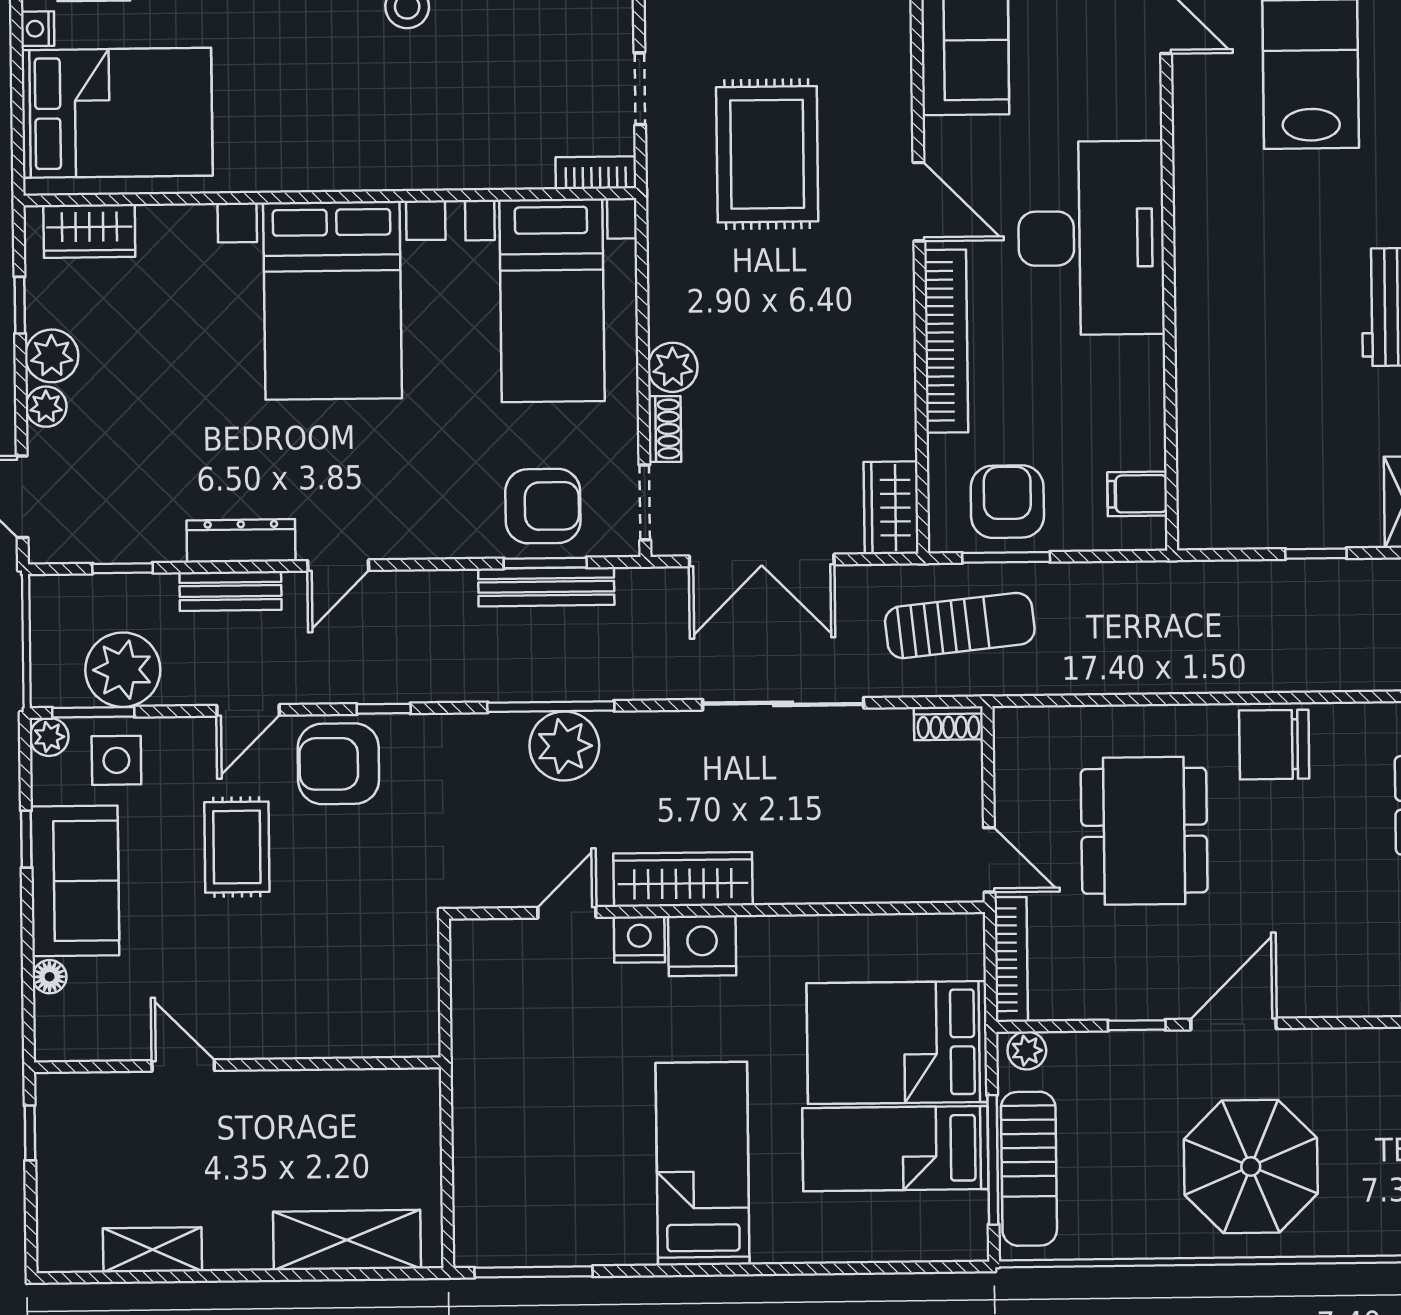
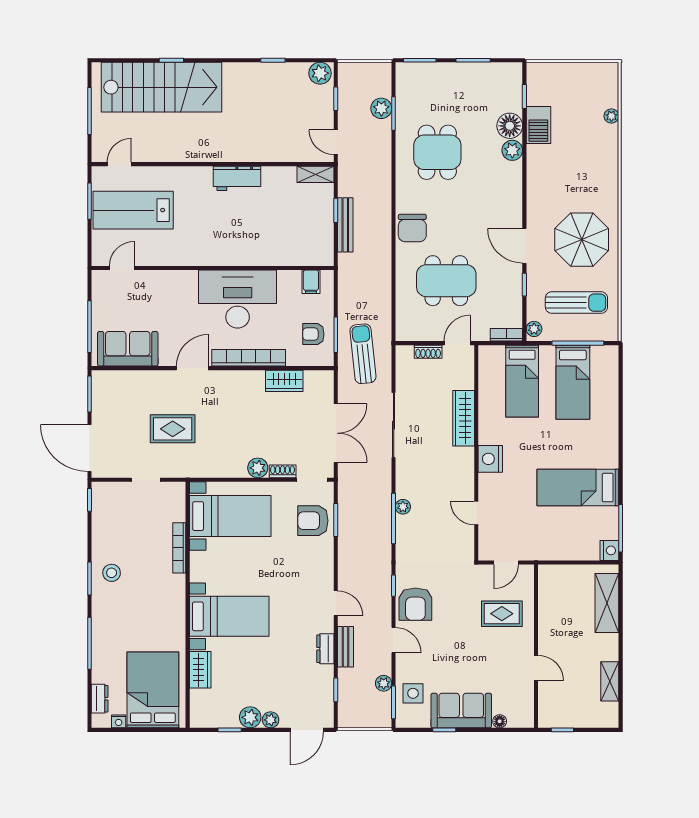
rug: (767, 154) -> (173, 429), width x0.73, depth x0.70
bookcase: (596, 173) -> (179, 548), moved, width x1.56
wardrobe: (89, 231) -> (200, 670), moved
desk: (1091, 238) -> (238, 299), moved
bed with nightstands: (332, 300) -> (229, 616), width x0.73
armchair: (1007, 502) -> (313, 334), width x0.72, depth x0.72
armchair: (543, 506) -> (313, 521), turned -90
wardrobe: (891, 508) -> (284, 381), moved
dresser: (241, 541) -> (325, 649), width x0.70
bench: (546, 587) -> (345, 225), moved
plant: (123, 670) -> (384, 683), width x0.53, depth x0.53
shoe rack: (948, 723) -> (428, 352), moved, turned 90
plant: (49, 737) -> (403, 720), removed
plant: (564, 746) -> (403, 507), width x0.53, depth x0.53
rug: (237, 847) -> (502, 614), moved
wardrobe: (683, 879) -> (464, 418), moved
nightstand: (639, 939) -> (609, 550), moved, turned 180
bookcase: (1011, 959) -> (506, 335), width x0.64
door: (445, 988) -> (506, 562), added
bed: (897, 1043) -> (522, 381), width x0.67
door: (183, 1066) -> (536, 668), swing flipped
bed: (703, 1164) -> (578, 488), moved
sun lounger: (1029, 1169) -> (576, 303), moved

